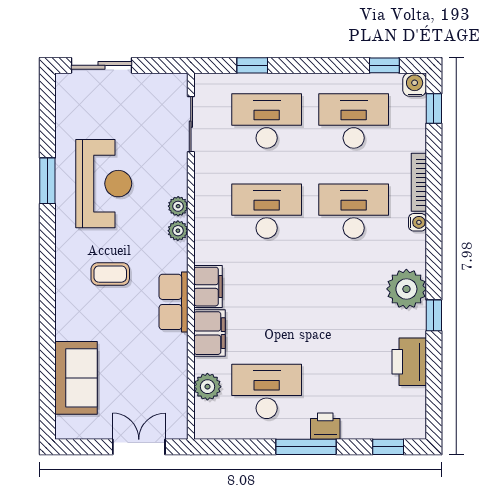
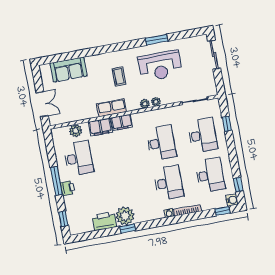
plant: (406, 289) -> (125, 216), moved

